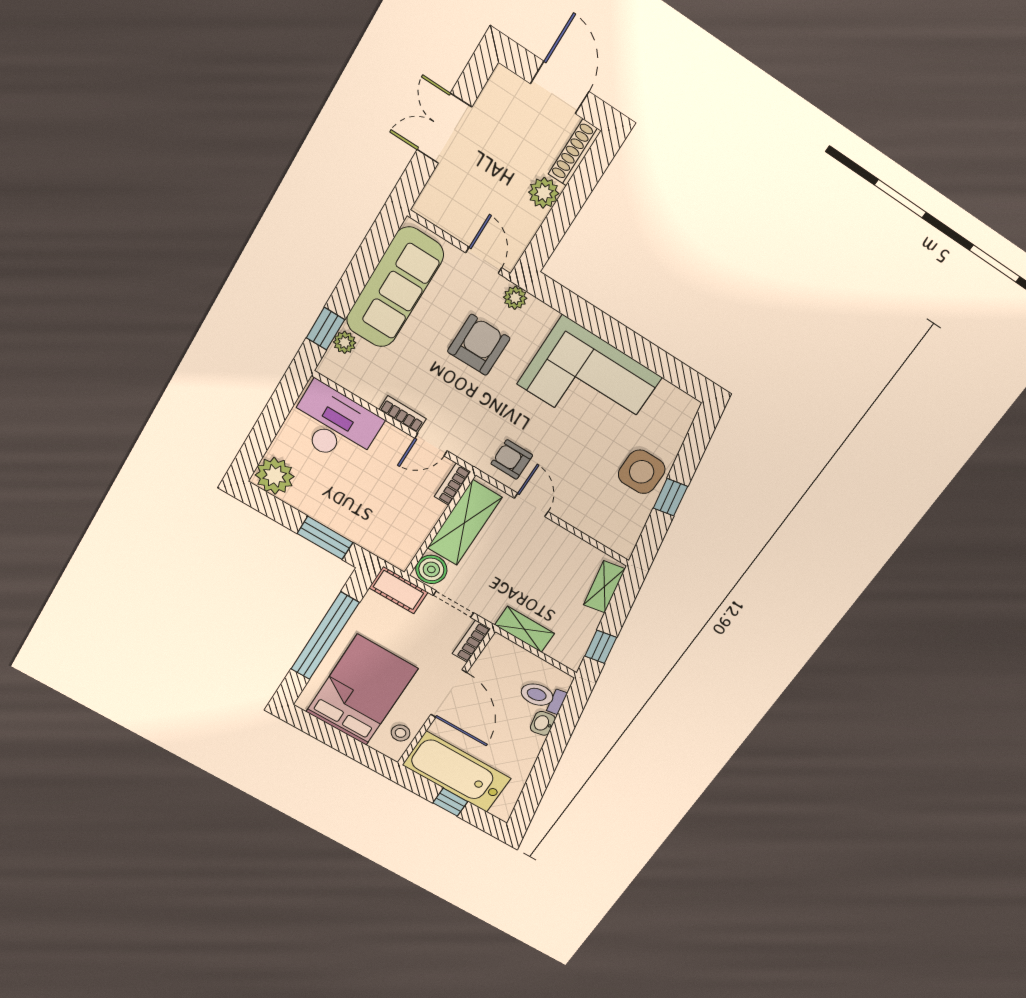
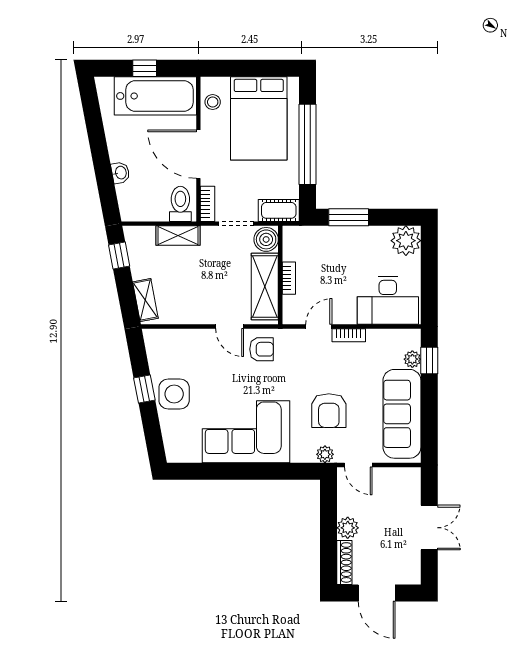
bookcase: (452, 484) -> (289, 278), moved
toilet: (542, 697) -> (180, 204), moved, turned -79

